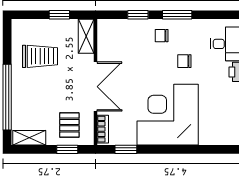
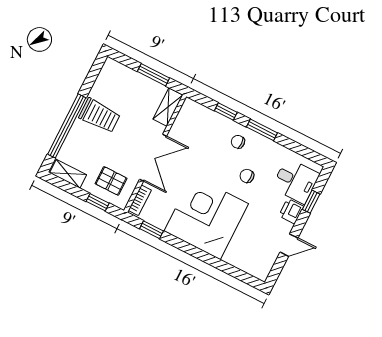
window: (59, 15) -> (153, 75), width x1.50
trolley: (40, 56) -> (100, 116), moved
pallet: (69, 125) -> (111, 181), turned 90

